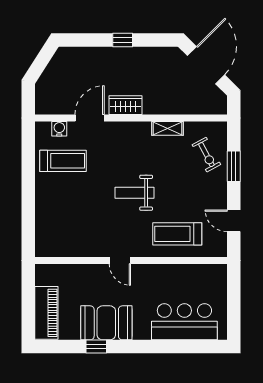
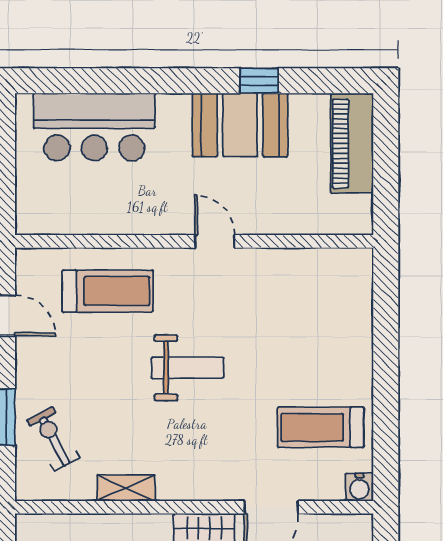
water cooler: (59, 129) -> (359, 487), moved

